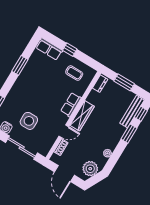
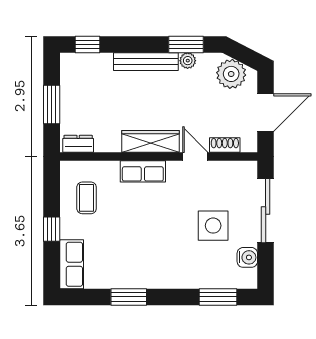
bench: (132, 112) -> (146, 62), moved
window: (129, 134) -> (186, 44), moved

